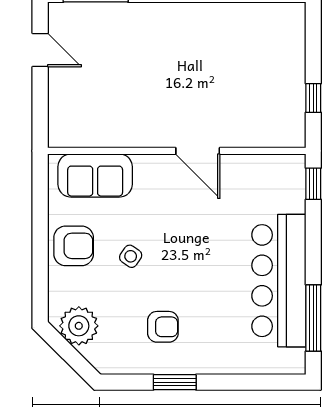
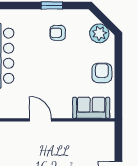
armchair: (74, 246) -> (102, 73), turned 90
side table: (131, 256) -> (74, 68), removed

